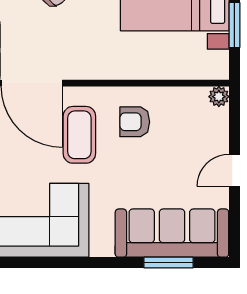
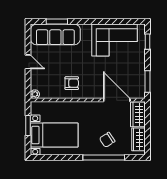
coffee table: (79, 135) -> (96, 77), removed
door: (234, 170) -> (28, 62), hinge flipped

